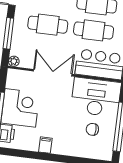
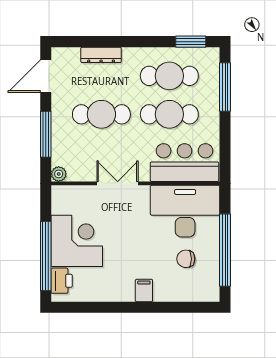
double door: (53, 73) -> (118, 183), width x0.73
filing cabinet: (45, 145) -> (144, 290), moved

